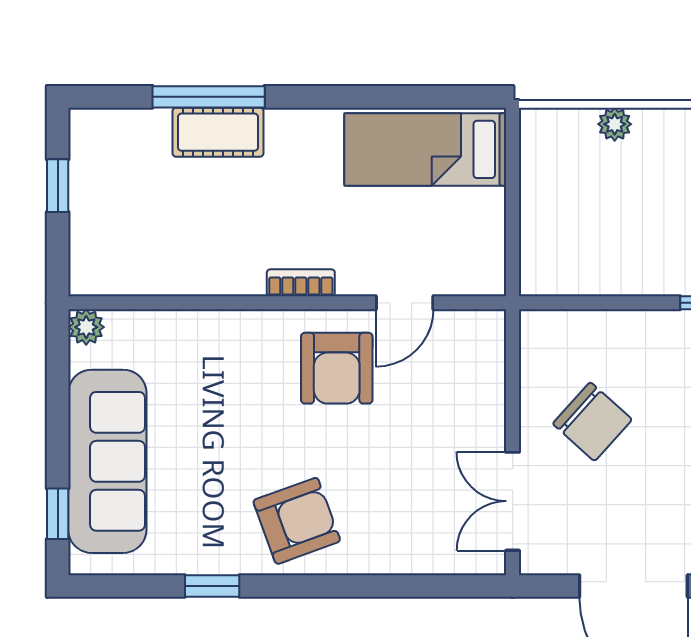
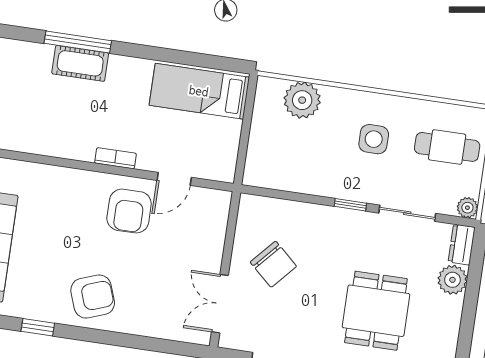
plant: (615, 124) -> (302, 100), width x1.88, depth x1.88

